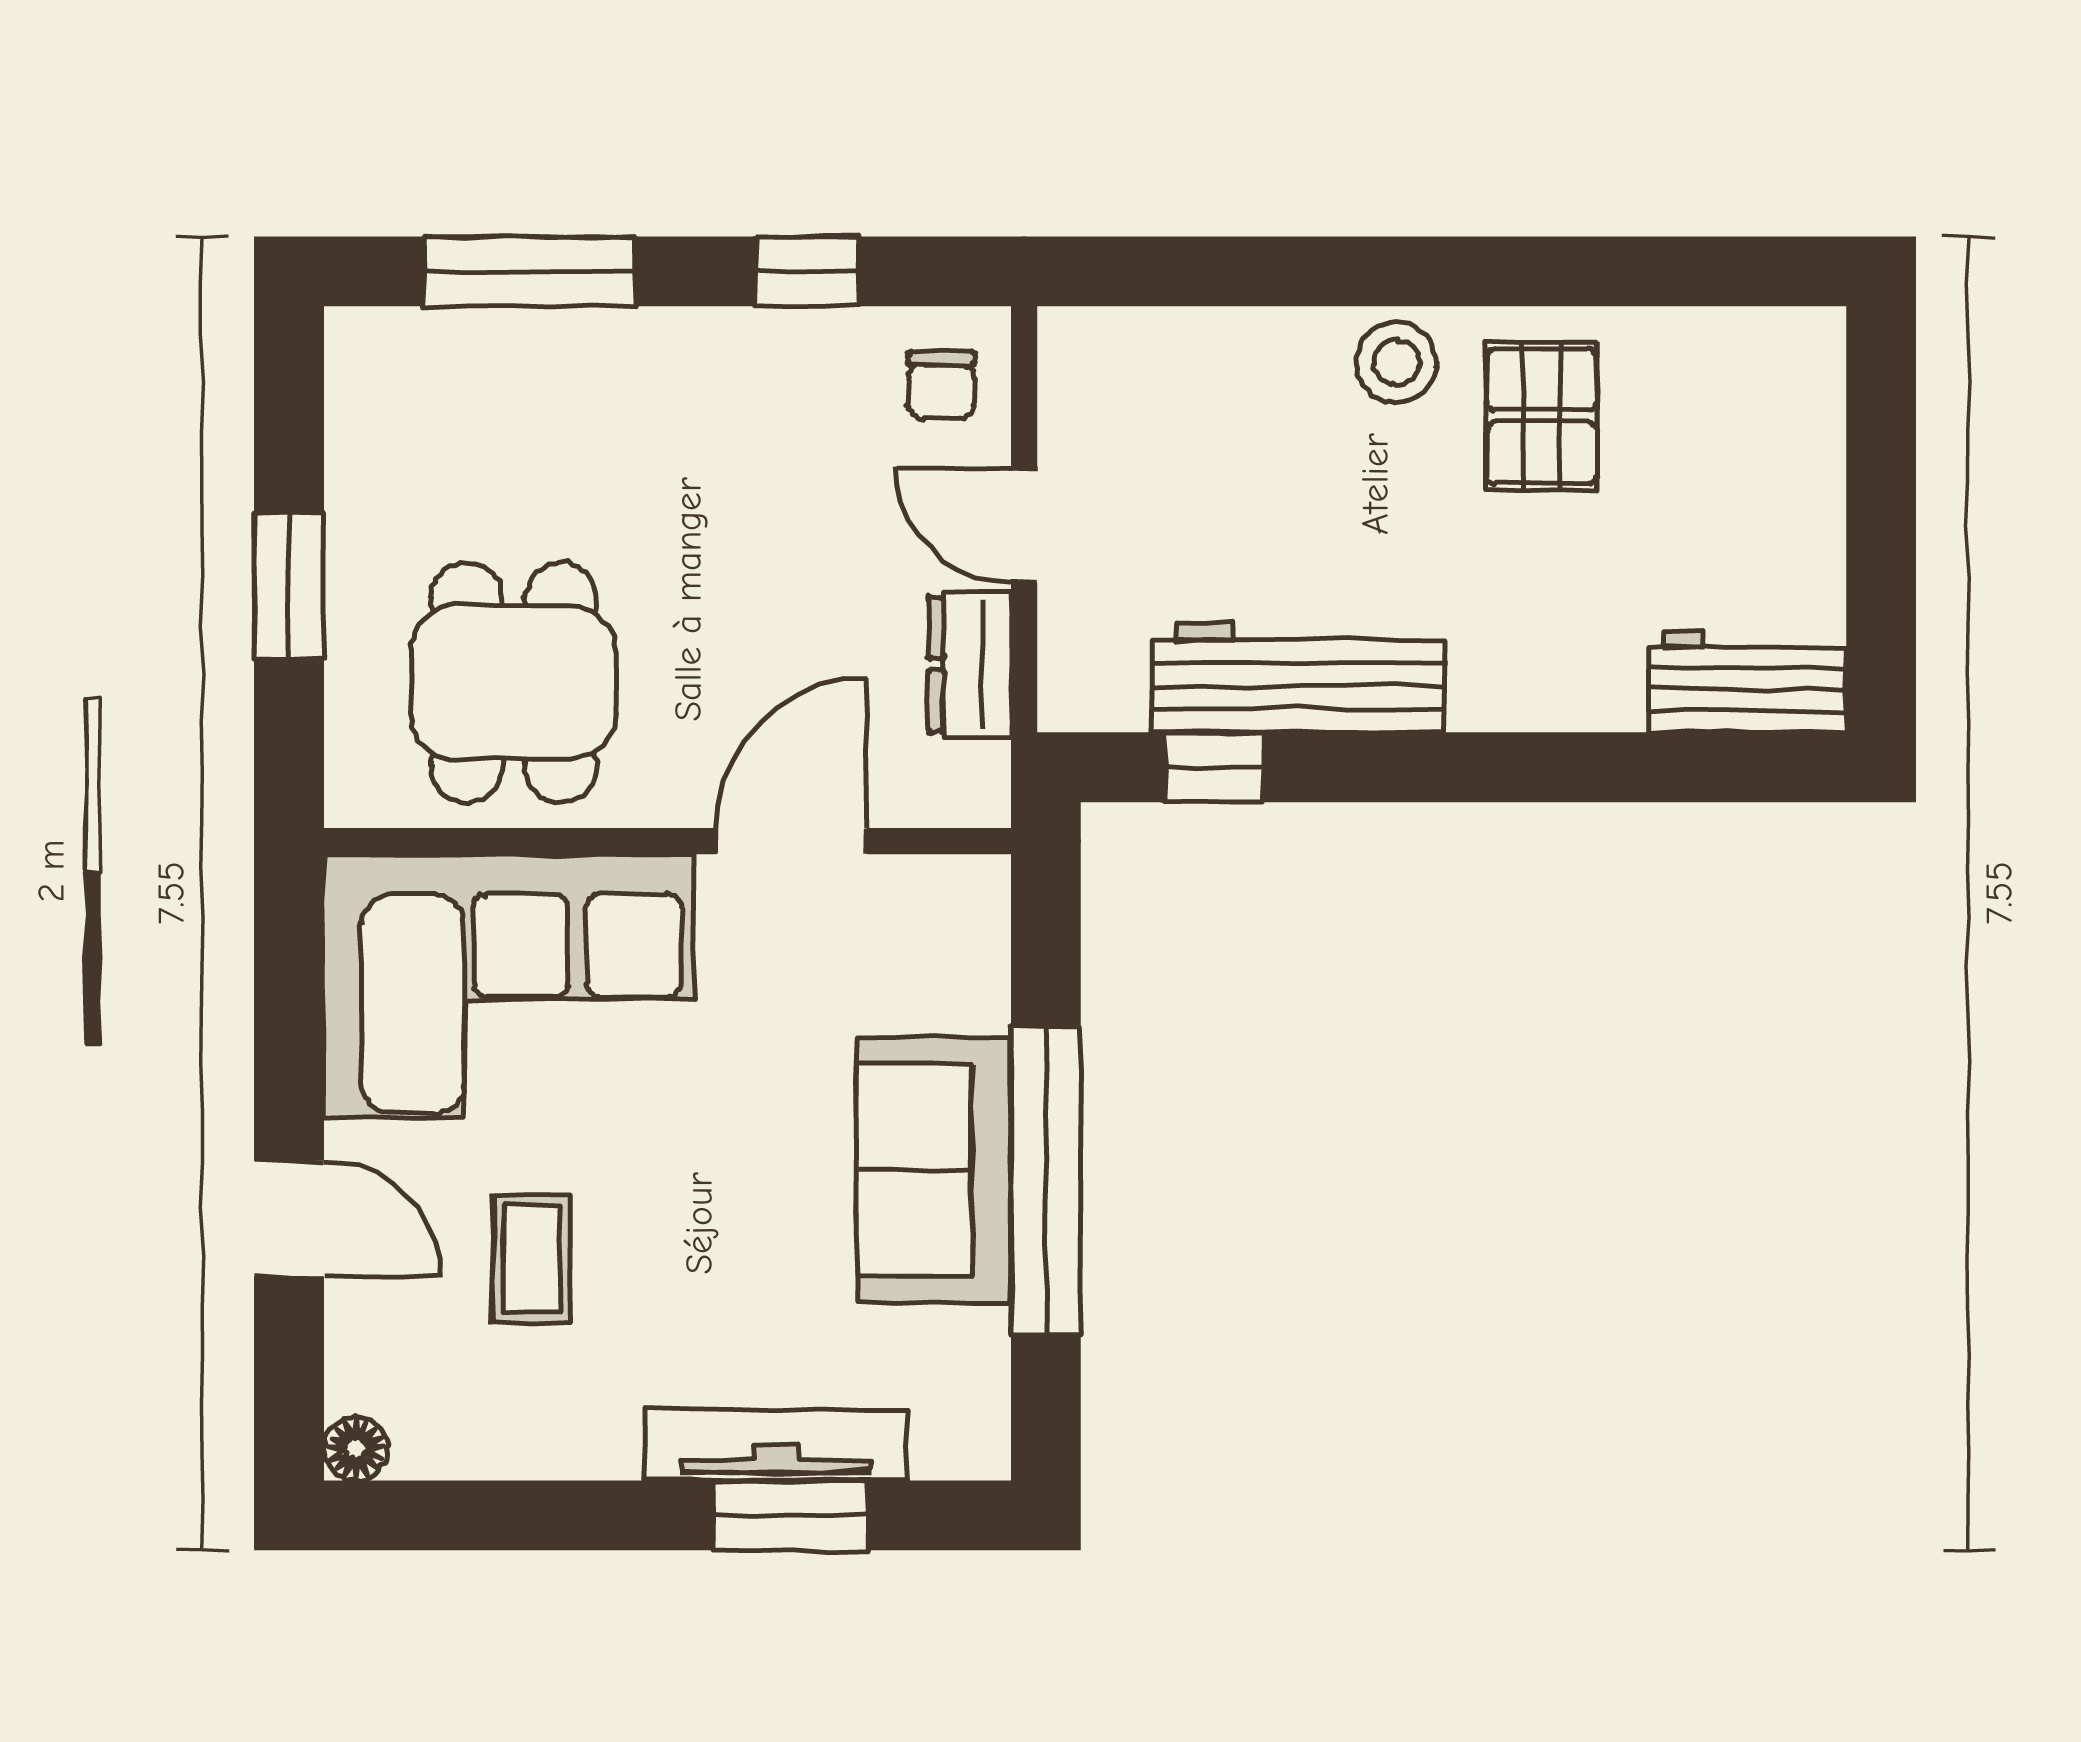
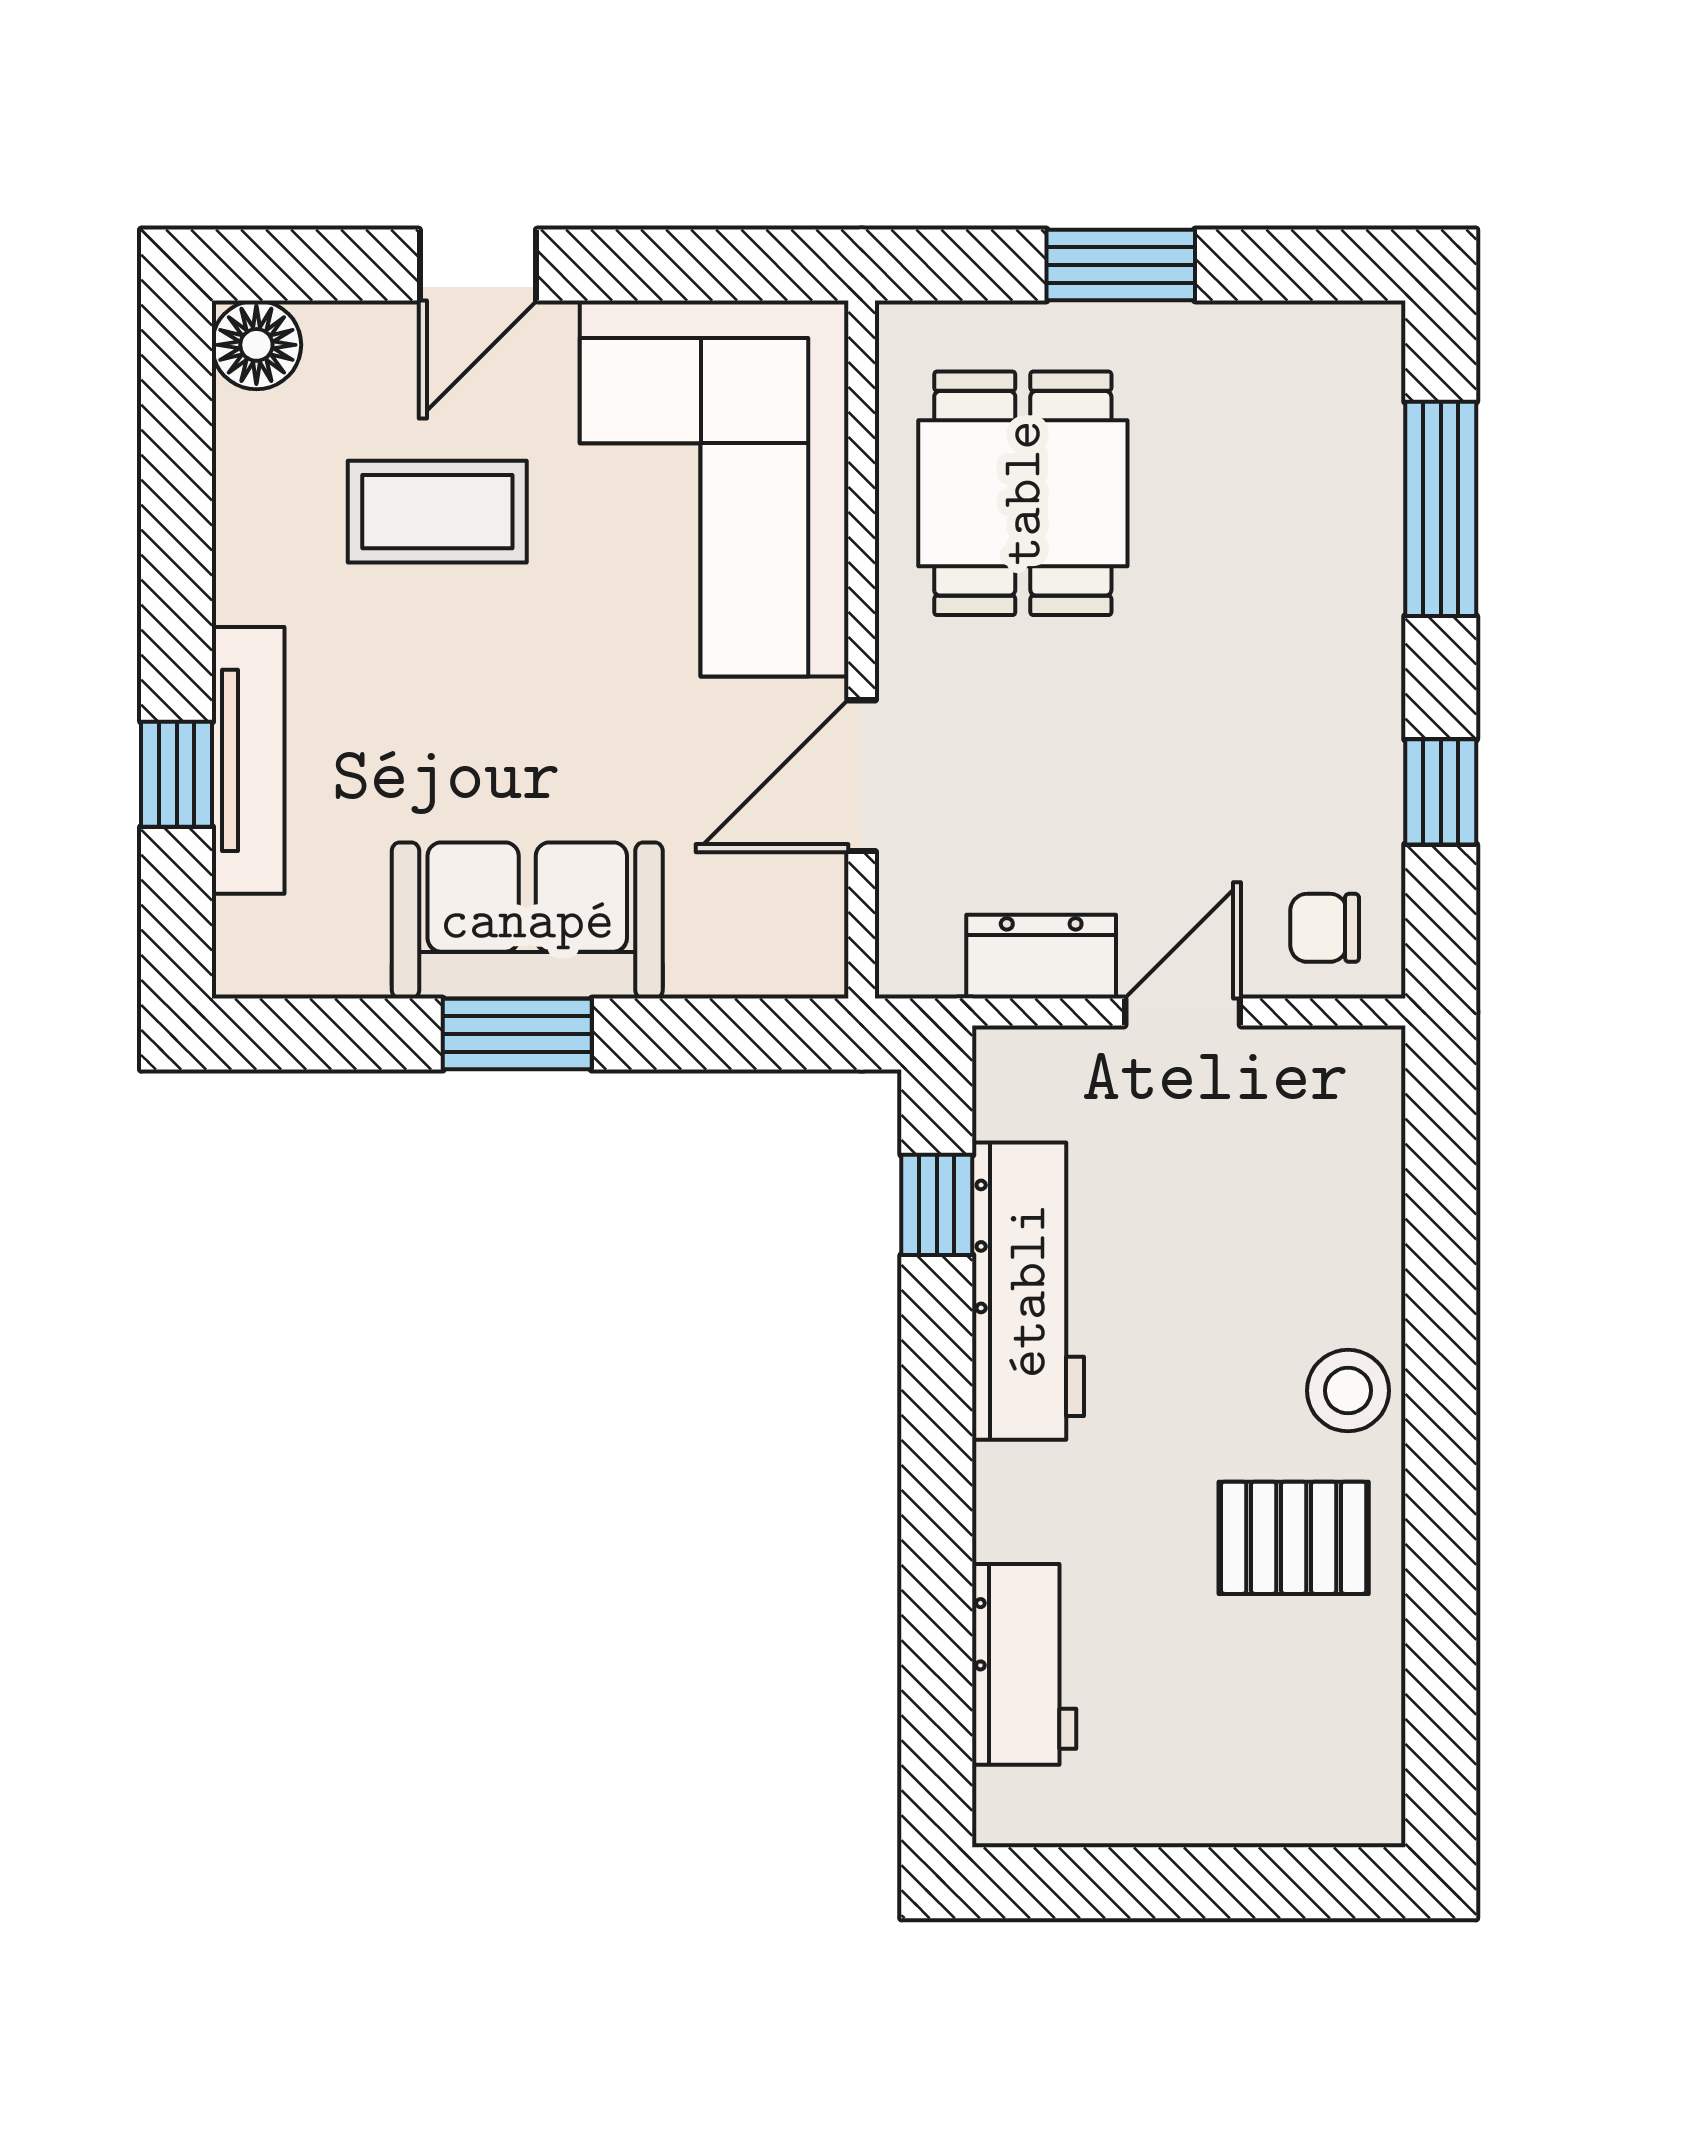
workbench: (1747, 681) -> (1024, 1664), moved
dining table: (514, 683) -> (1023, 493), turned 90
door: (792, 841) -> (862, 776), swing flipped
window: (1046, 1180) -> (517, 1034), width x0.47
coffee table: (532, 1259) -> (437, 512), width x1.36, depth x1.30
floor lamp: (356, 1449) -> (256, 345), width x1.37, depth x1.37
window: (790, 1515) -> (177, 774), width x0.67

